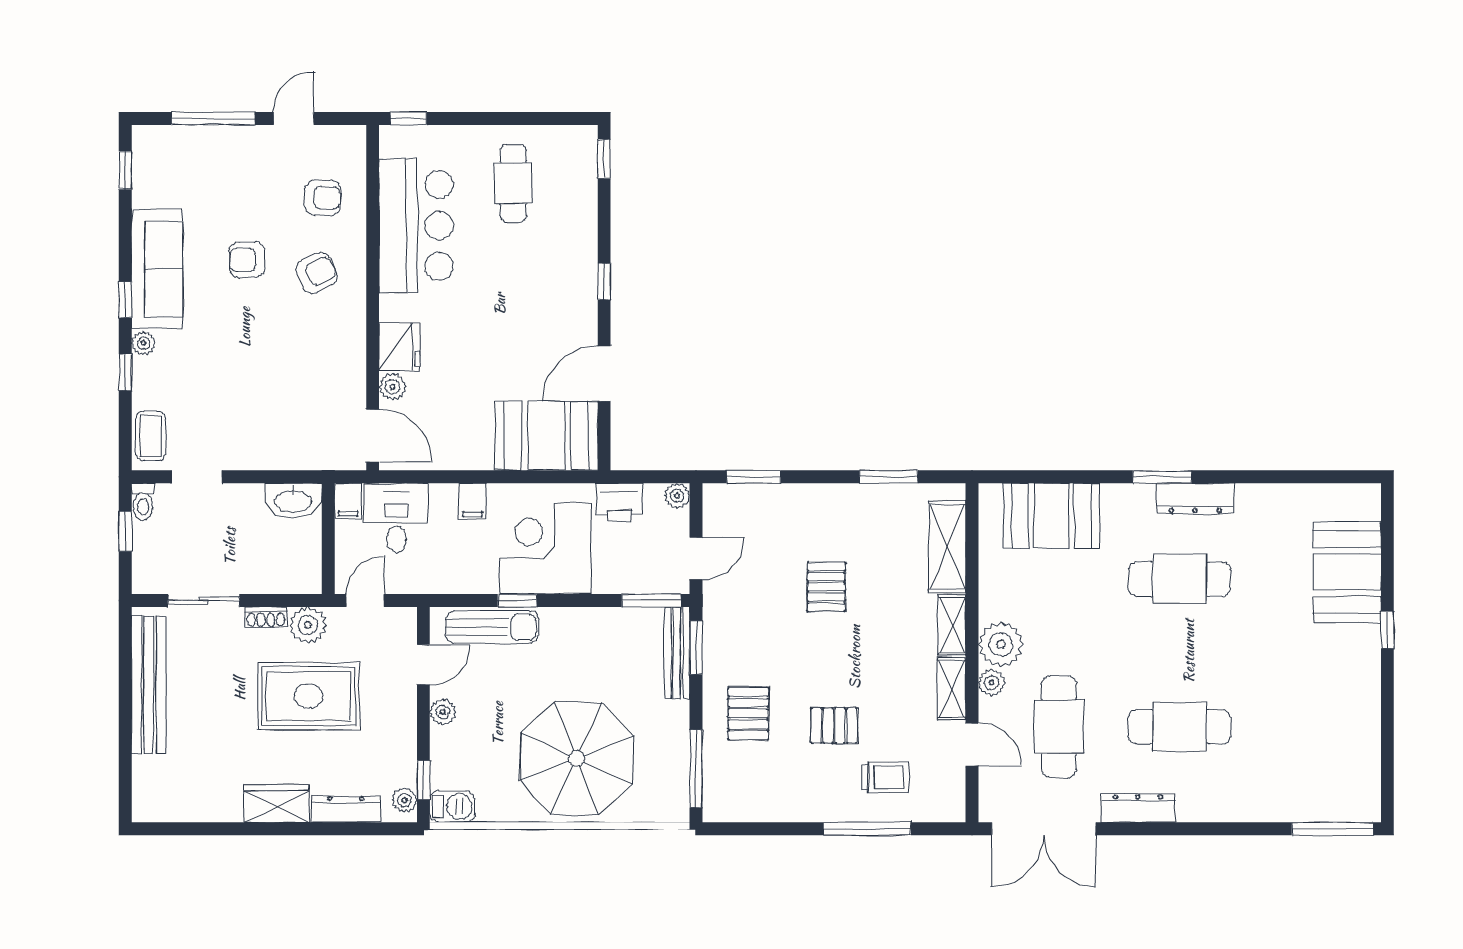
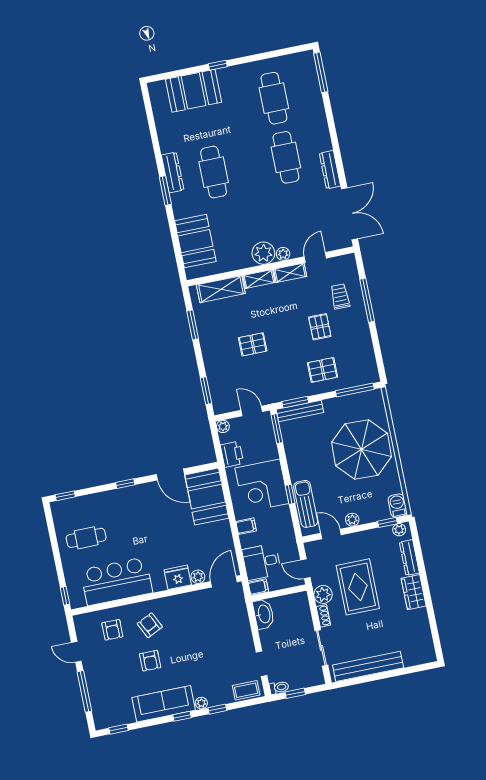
armchair: (323, 198) -> (112, 630), turned 180
cafe table: (1059, 727) -> (274, 98), moved, turned 90

